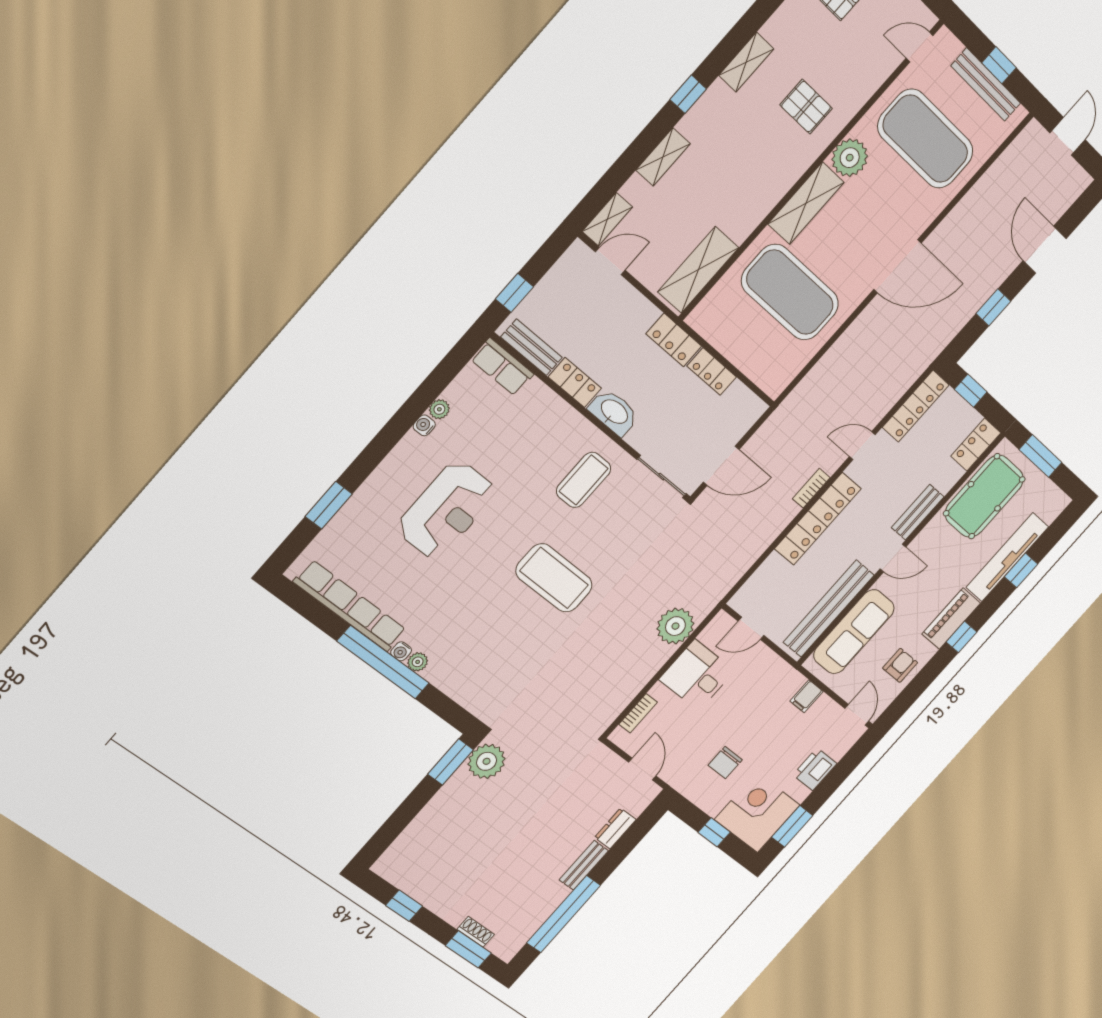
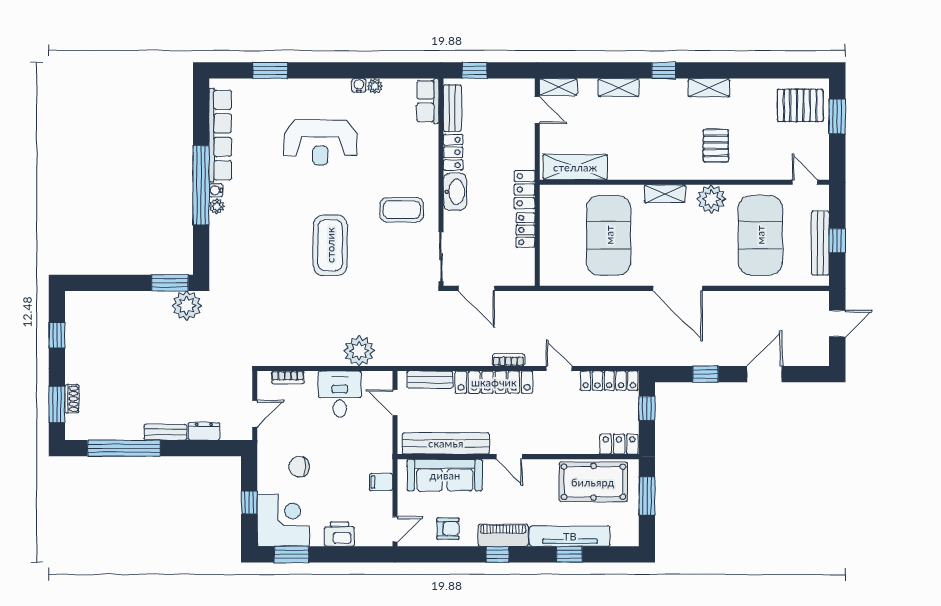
shelving: (806, 203) -> (665, 194), width x0.67, depth x0.75
bench: (918, 512) -> (430, 380), moved

